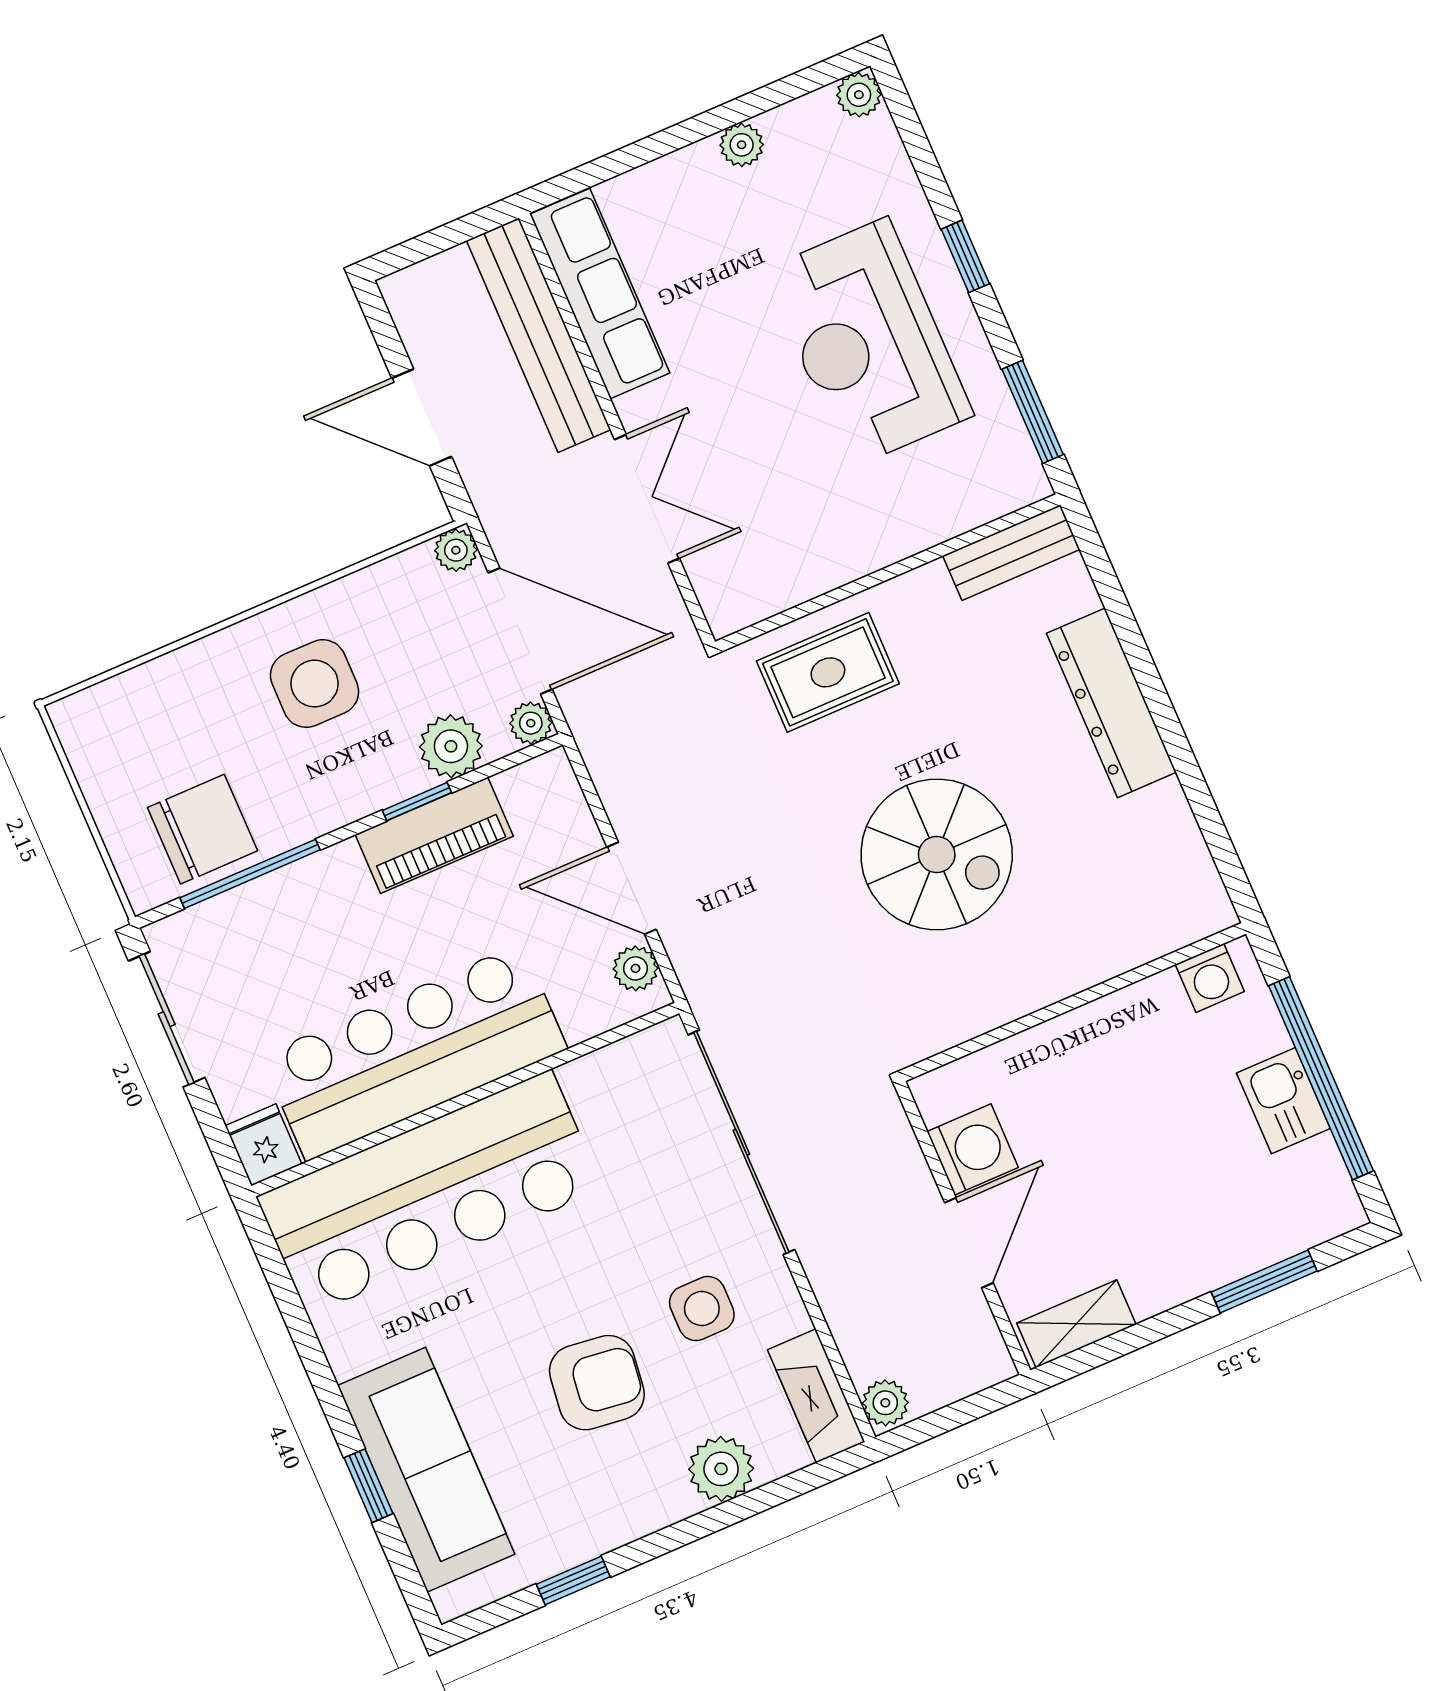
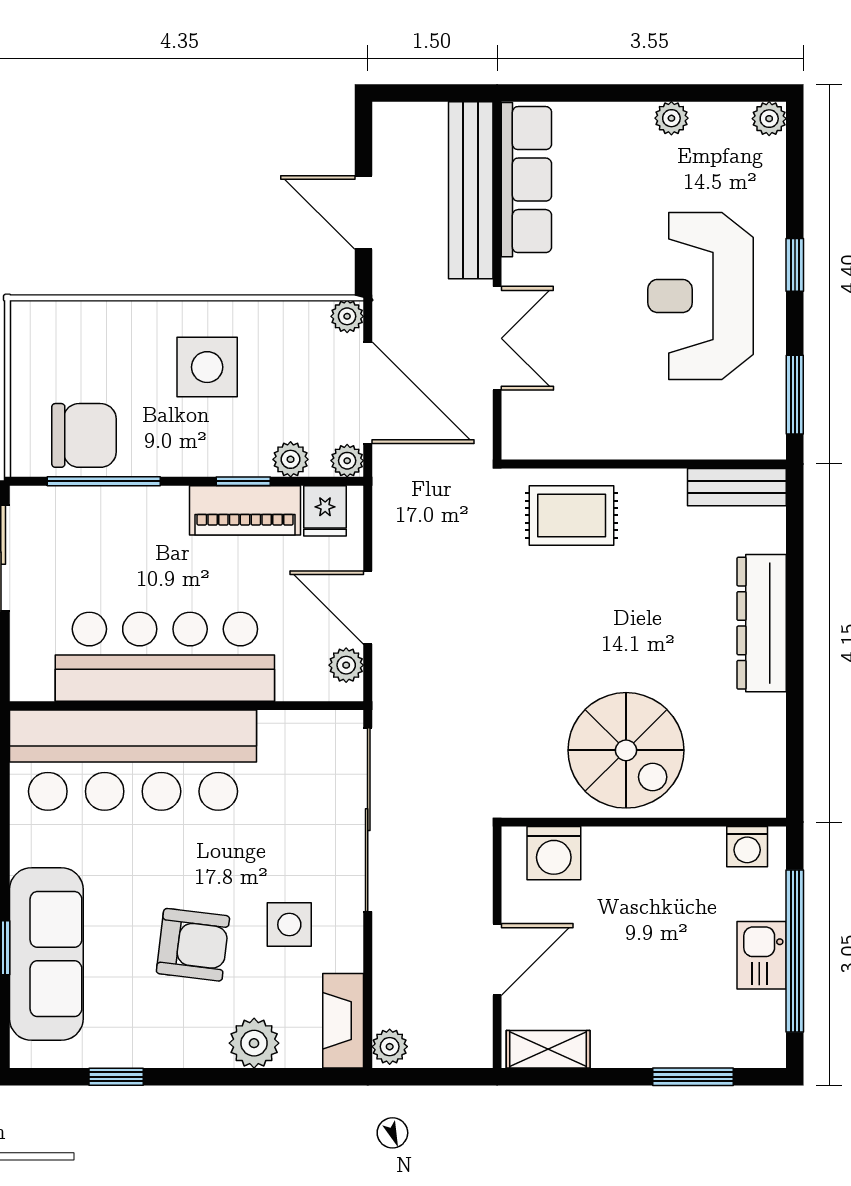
plant: (451, 746) -> (291, 459), width x0.73, depth x0.73
spiral stairs: (937, 854) -> (626, 750), moved
fridge: (263, 1145) -> (325, 511), moved, turned 180
washing machine: (973, 1150) -> (554, 853), moved, turned 90

